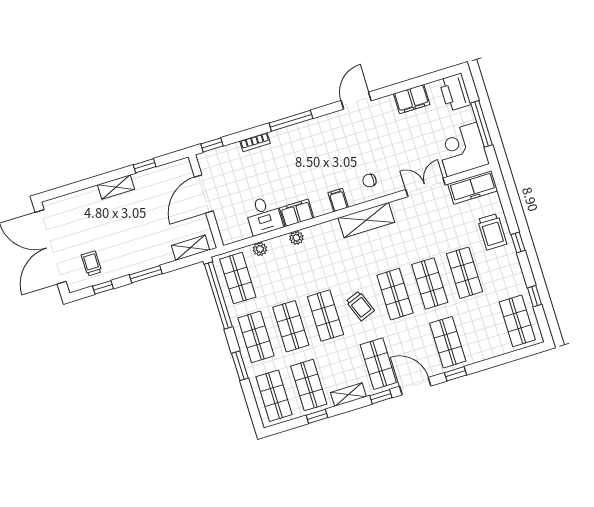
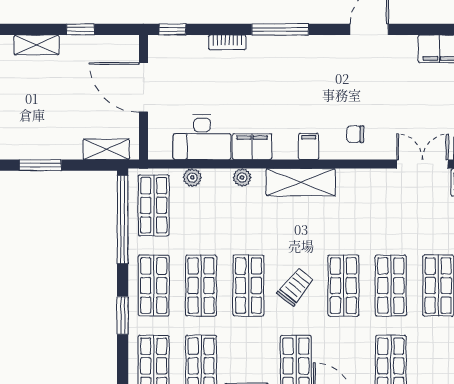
door: (204, 194) -> (143, 87), hinge flipped
desk: (264, 216) -> (202, 137), width x1.37
shelving: (366, 220) -> (301, 182), moved
trolley: (360, 306) -> (295, 287), turned -120

